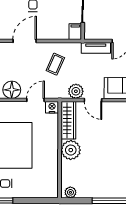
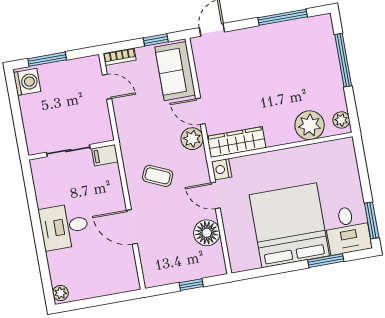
tv unit: (96, 48) -> (123, 121), removed
door: (93, 100) -> (200, 111), swing flipped
plant: (71, 150) -> (310, 125), moved

